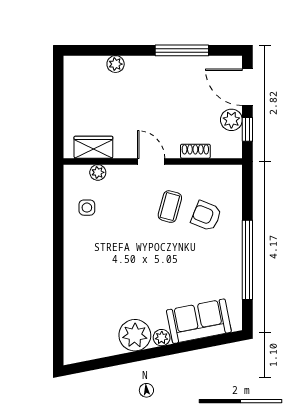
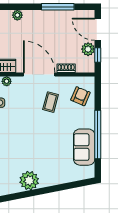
door: (151, 161) -> (39, 75), width x1.88
armchair: (206, 216) -> (80, 96), moved, turned 91
sofa: (199, 321) -> (84, 147), moved, turned -79
plant: (162, 338) -> (45, 182), removed

